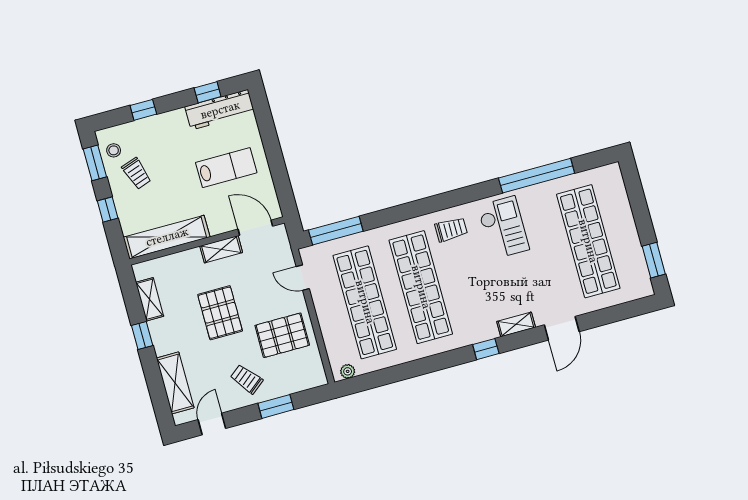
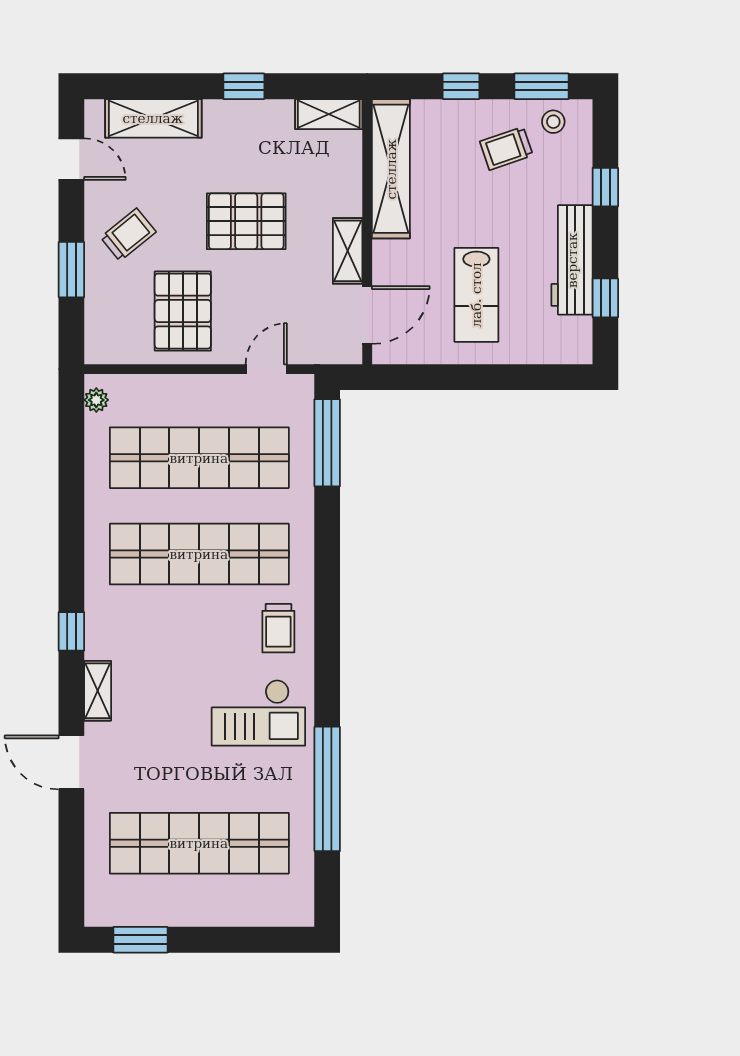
workbench: (220, 110) -> (572, 260), moved
shelving: (150, 299) -> (329, 114), moved

